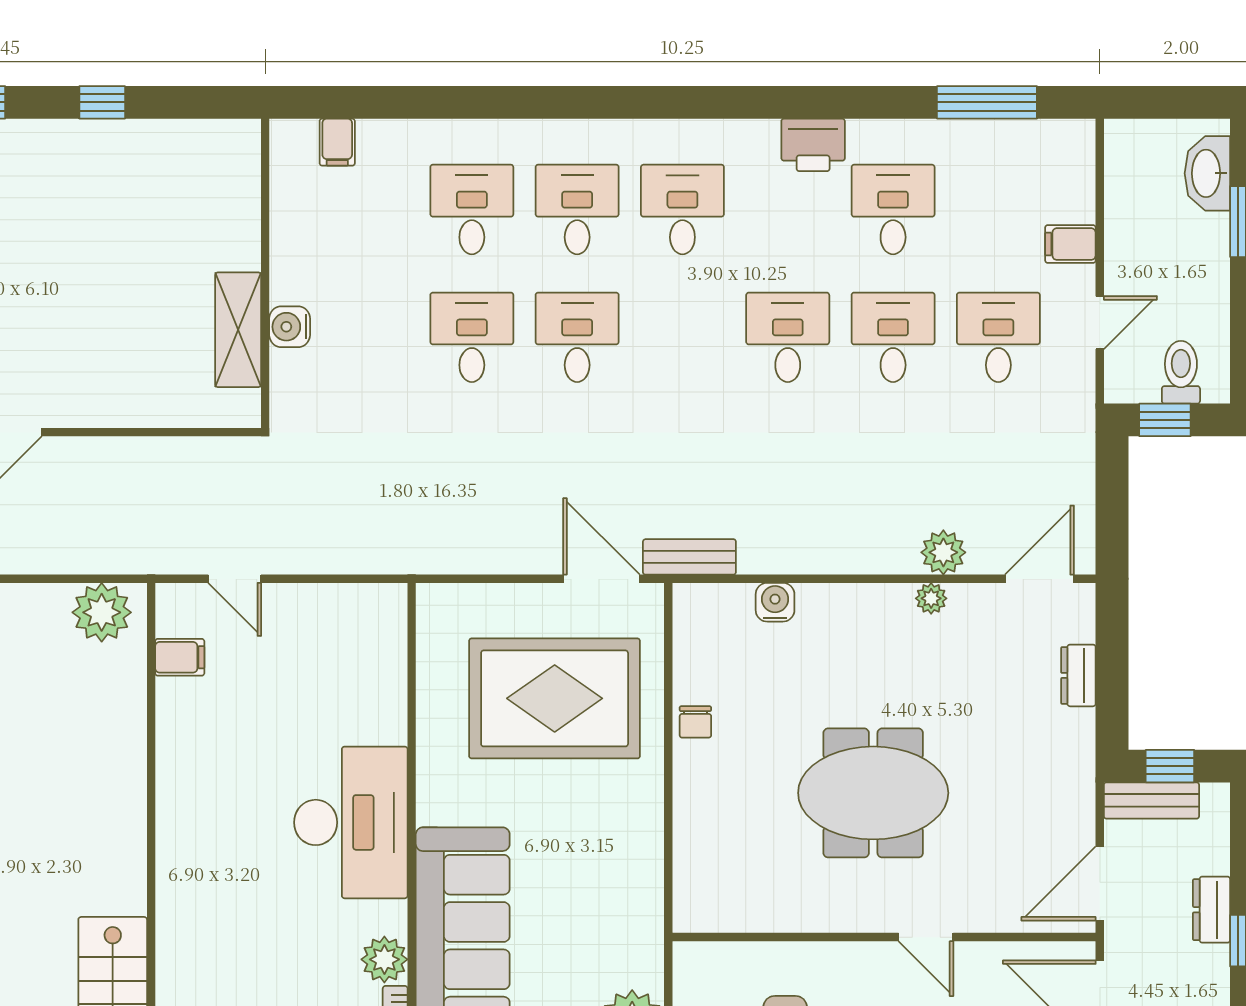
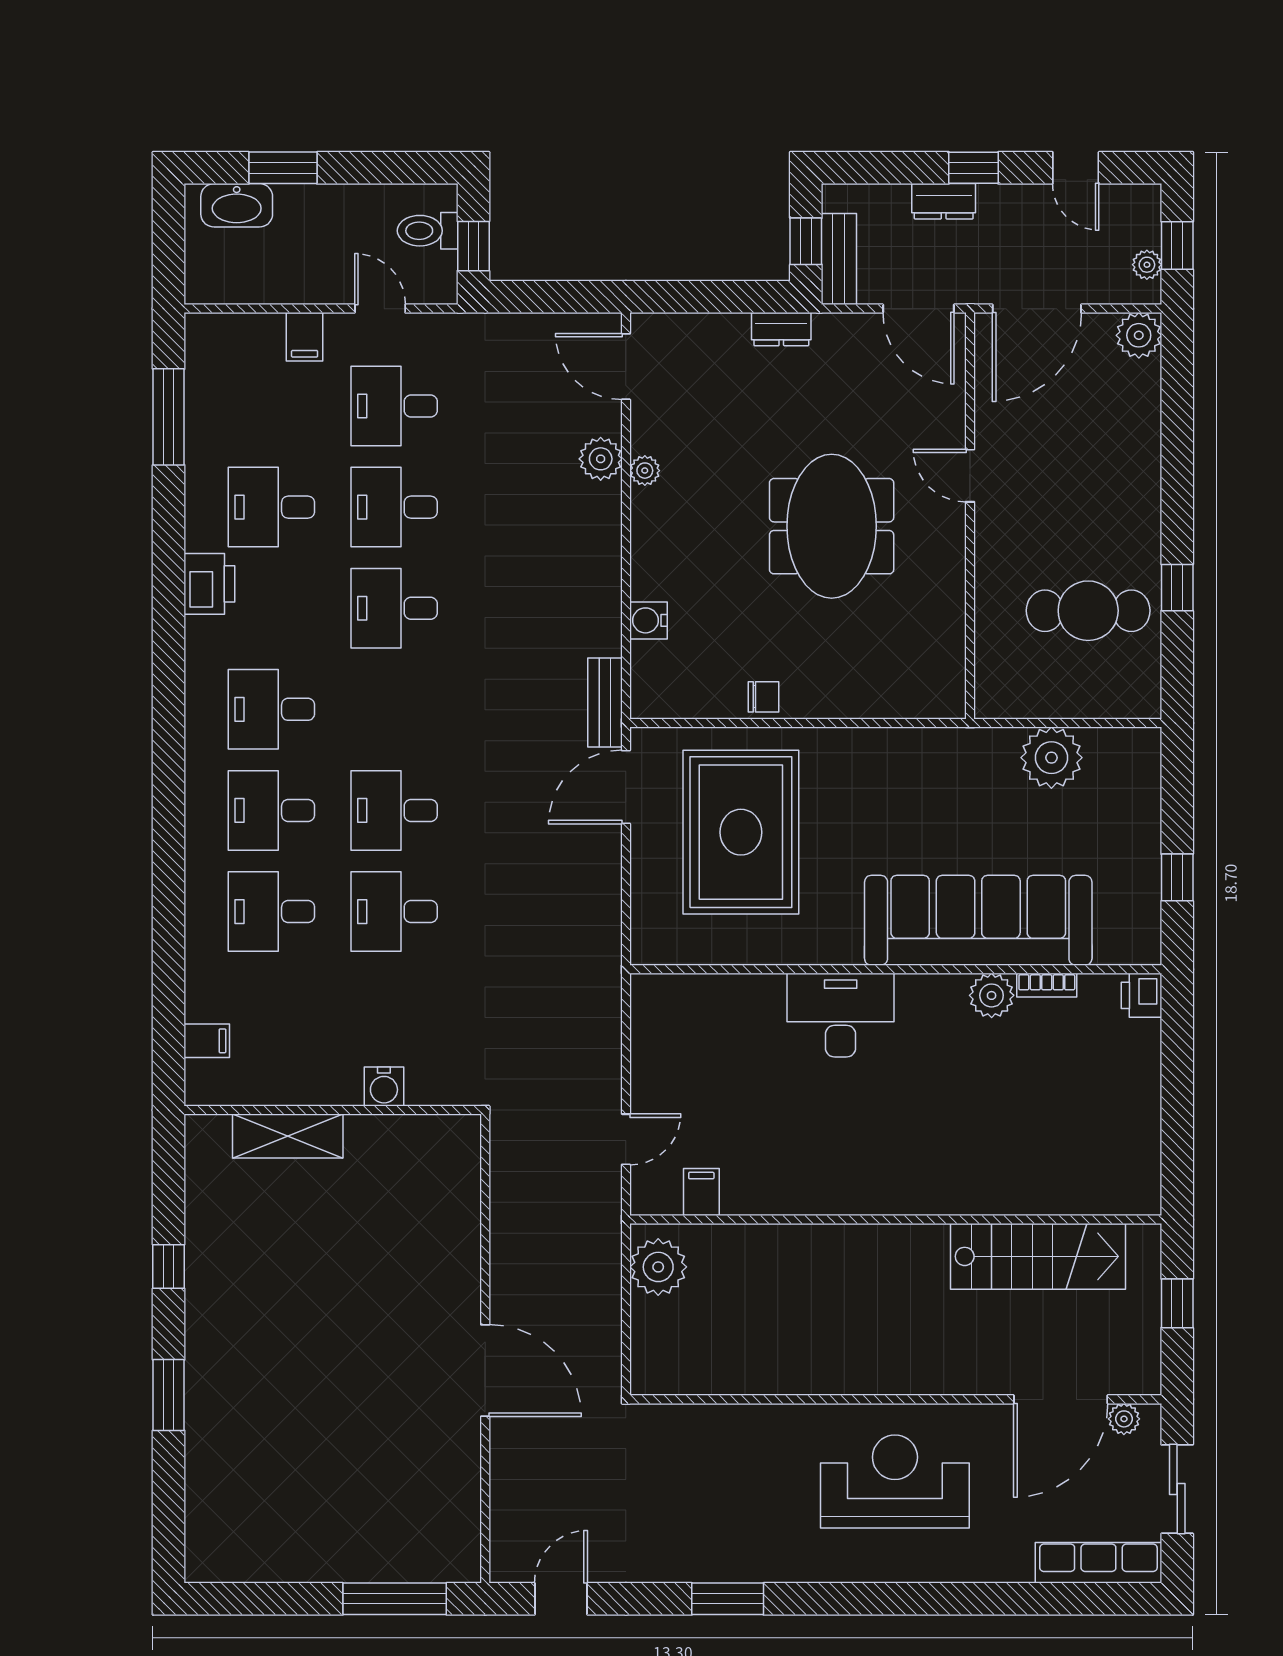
shelving: (238, 330) -> (288, 1136), moved
dresser: (1078, 675) -> (781, 329), moved
desk: (351, 822) -> (841, 1015), width x0.73, depth x0.77
door: (926, 937) -> (970, 476), swing flipped

